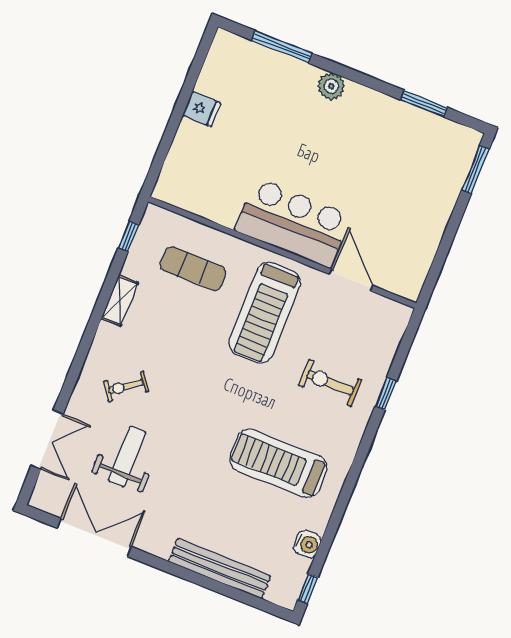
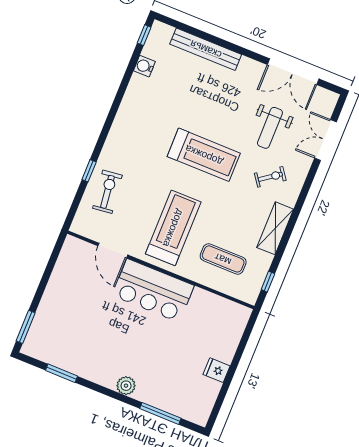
shelving: (120, 301) -> (275, 228), width x1.50, depth x1.33
exercise bike: (330, 383) -> (107, 192), moved, turned -97
treadmill: (278, 463) -> (204, 155), moved

